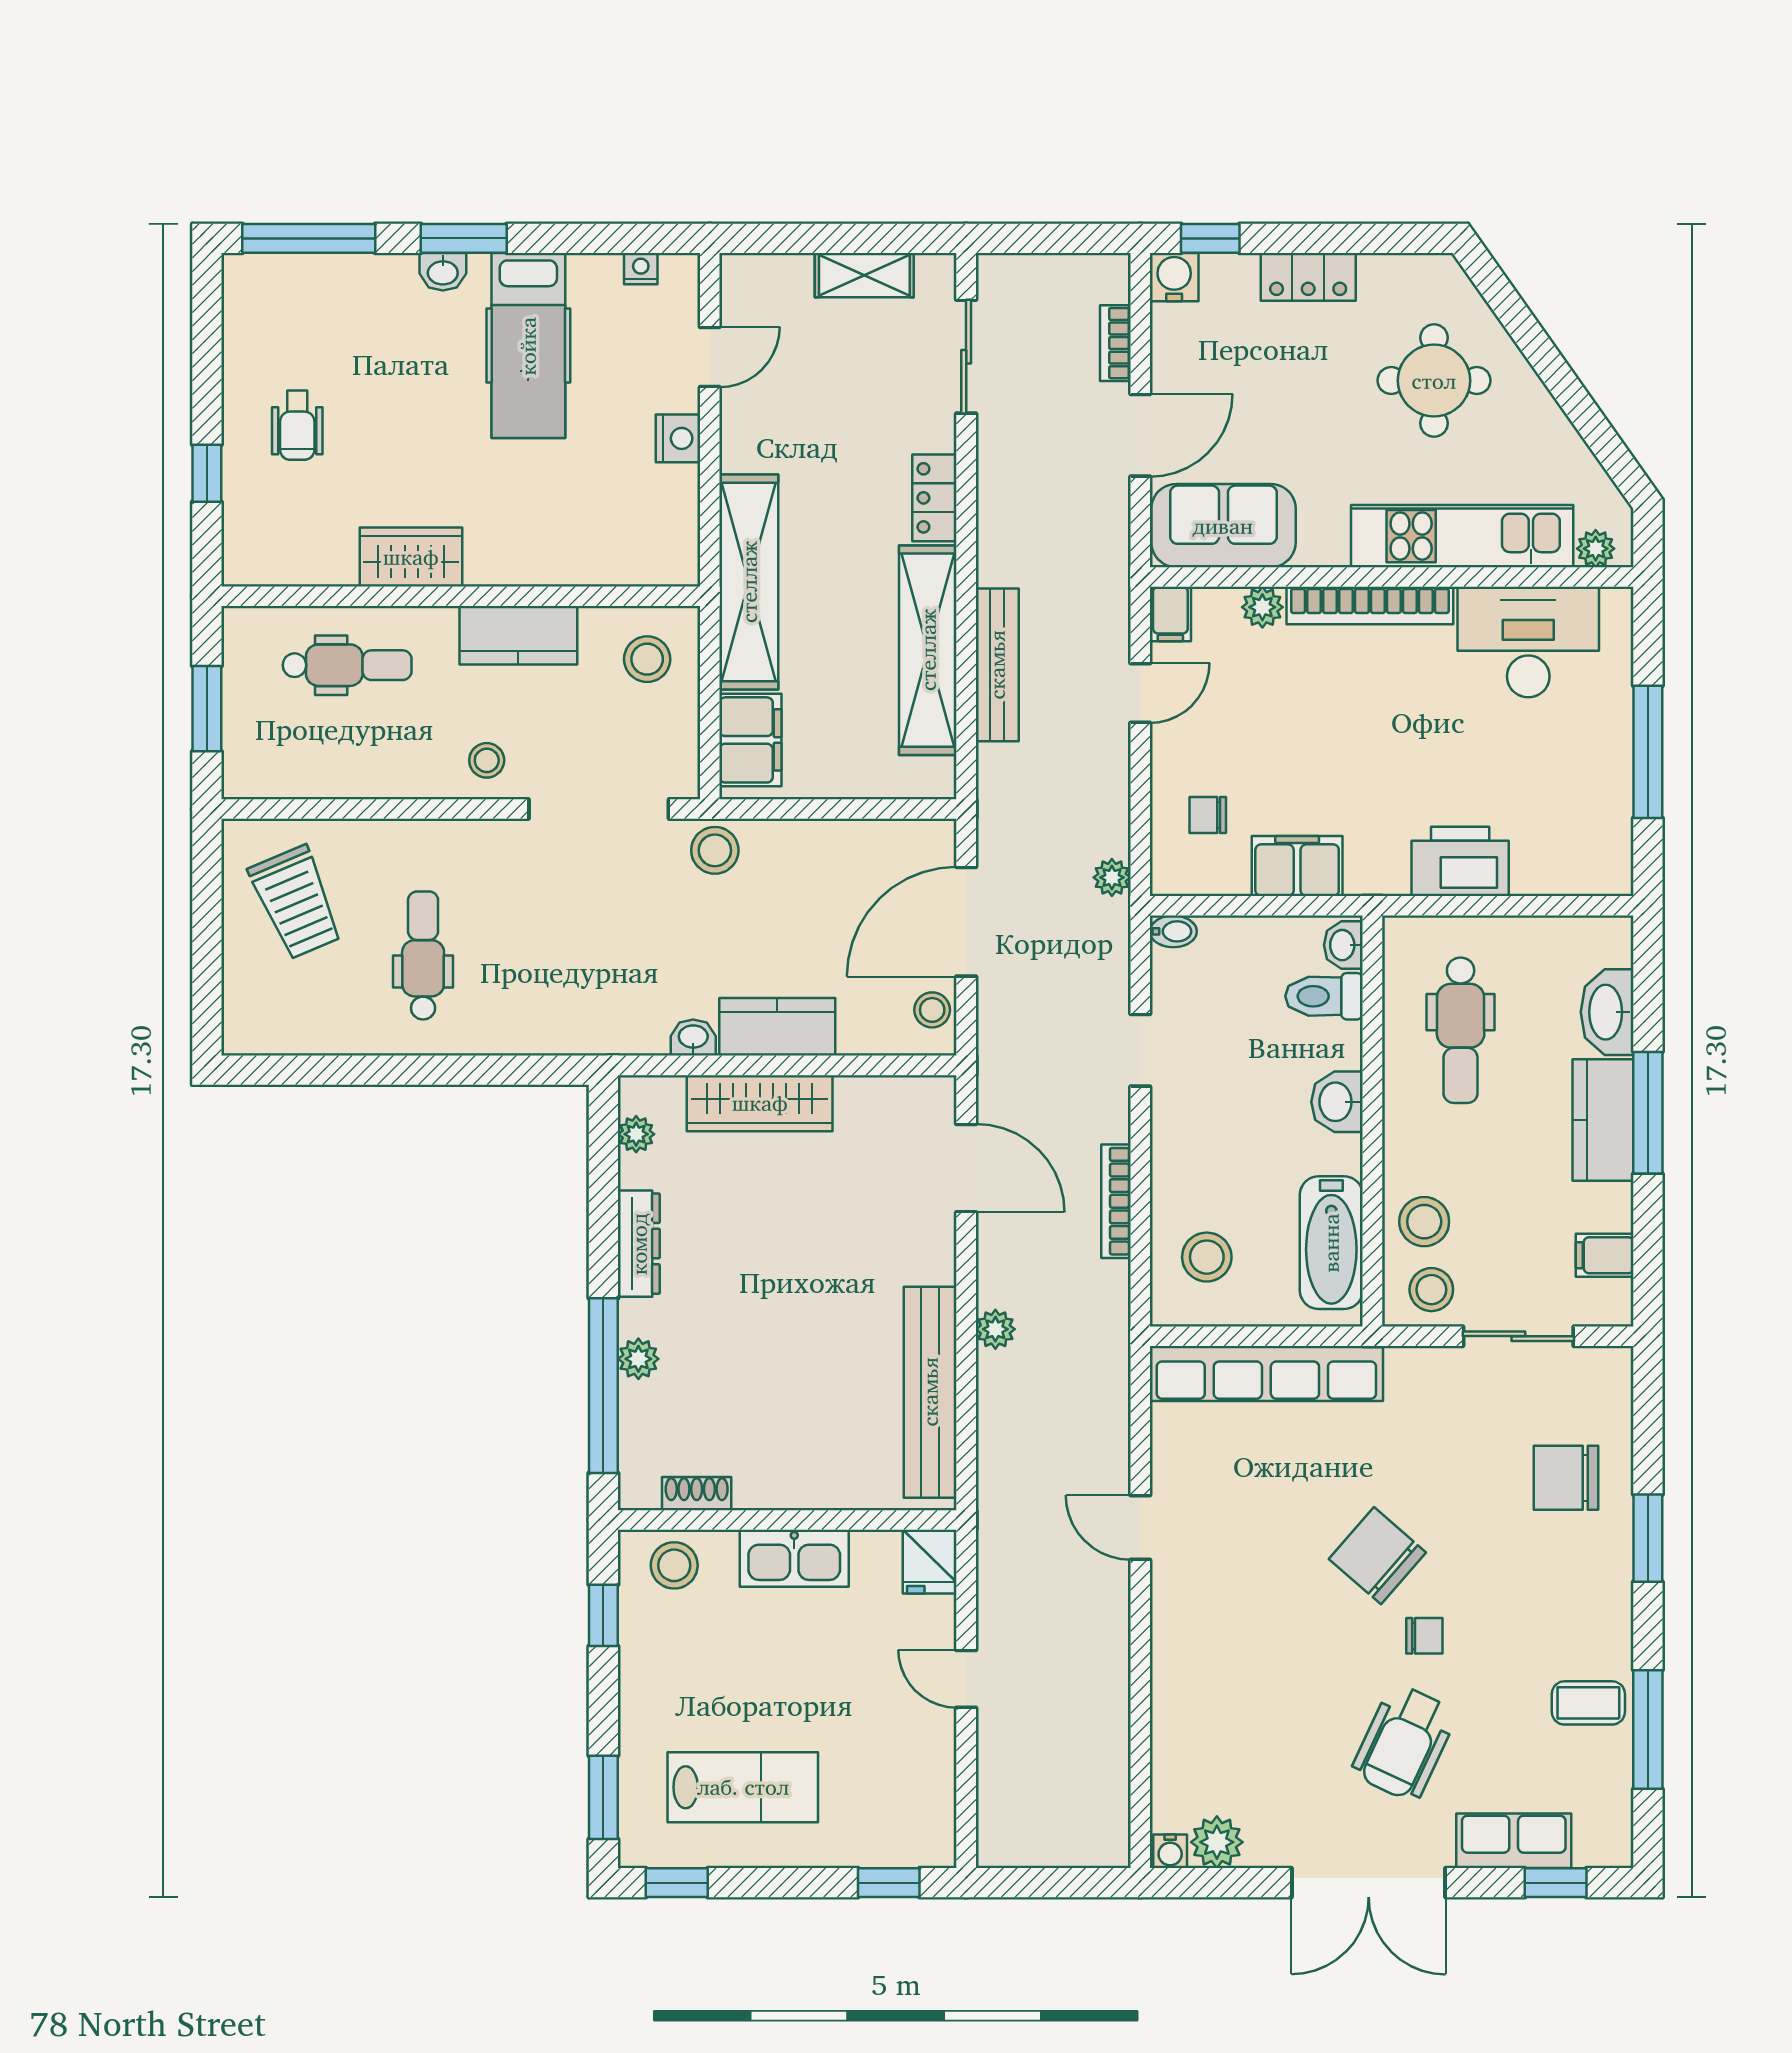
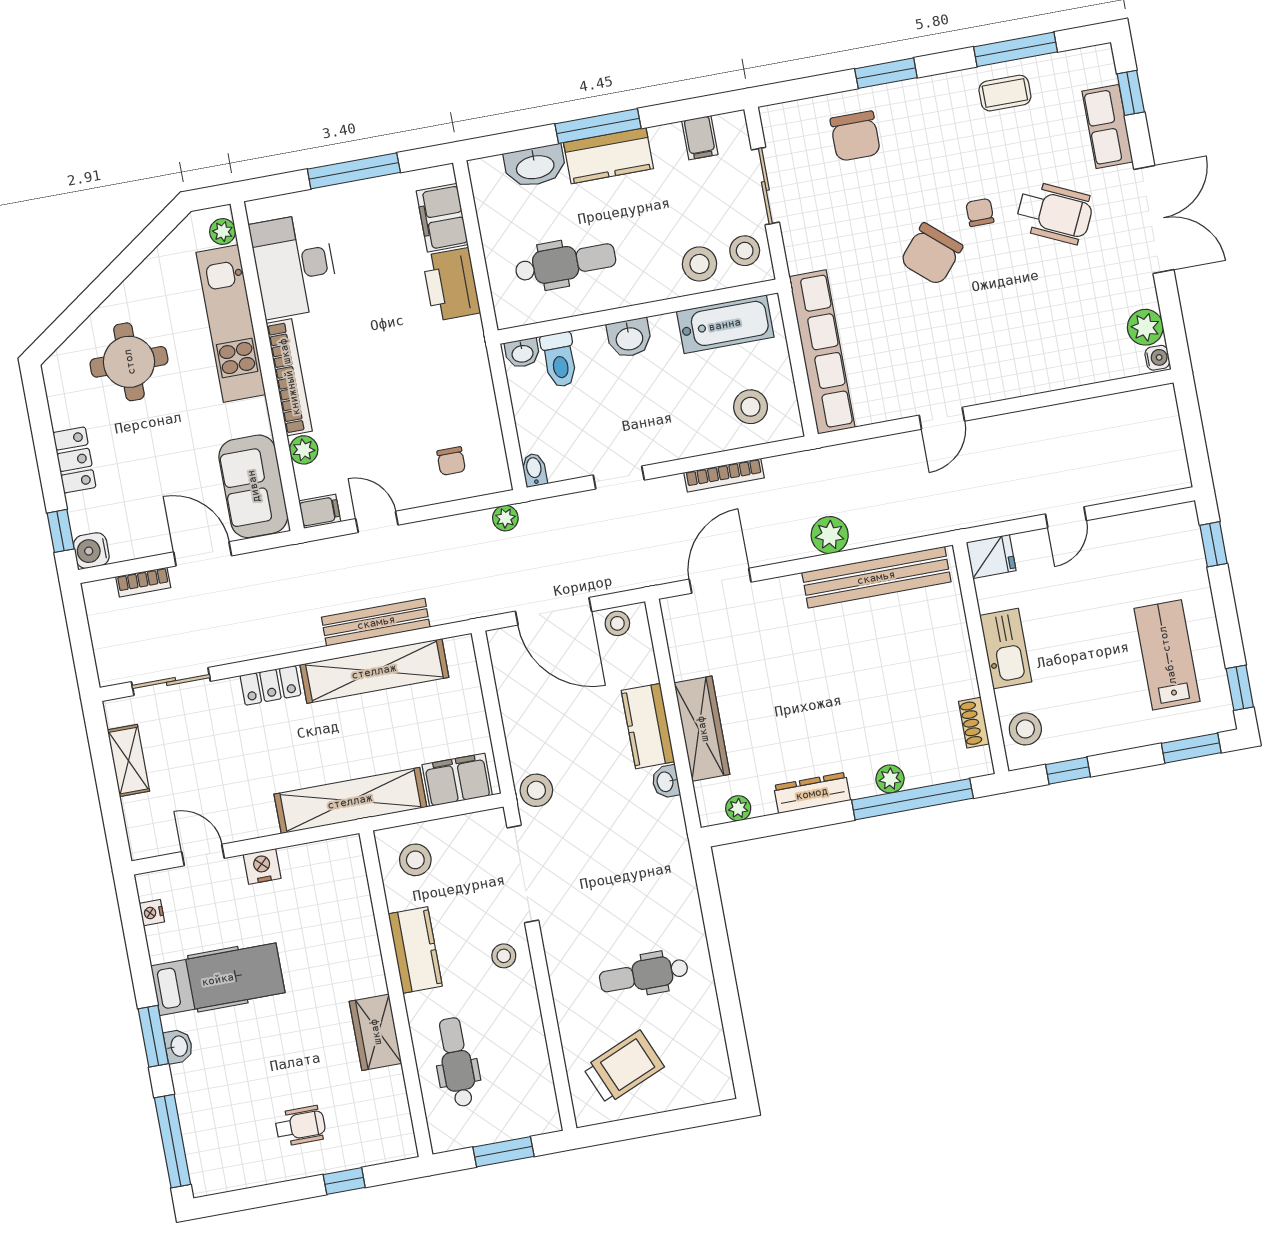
filing cabinet: (1297, 866) -> (442, 218), moved
plant: (995, 1329) -> (830, 535), width x1.38, depth x1.38
coffee table: (1588, 1703) -> (1005, 93), turned 90

